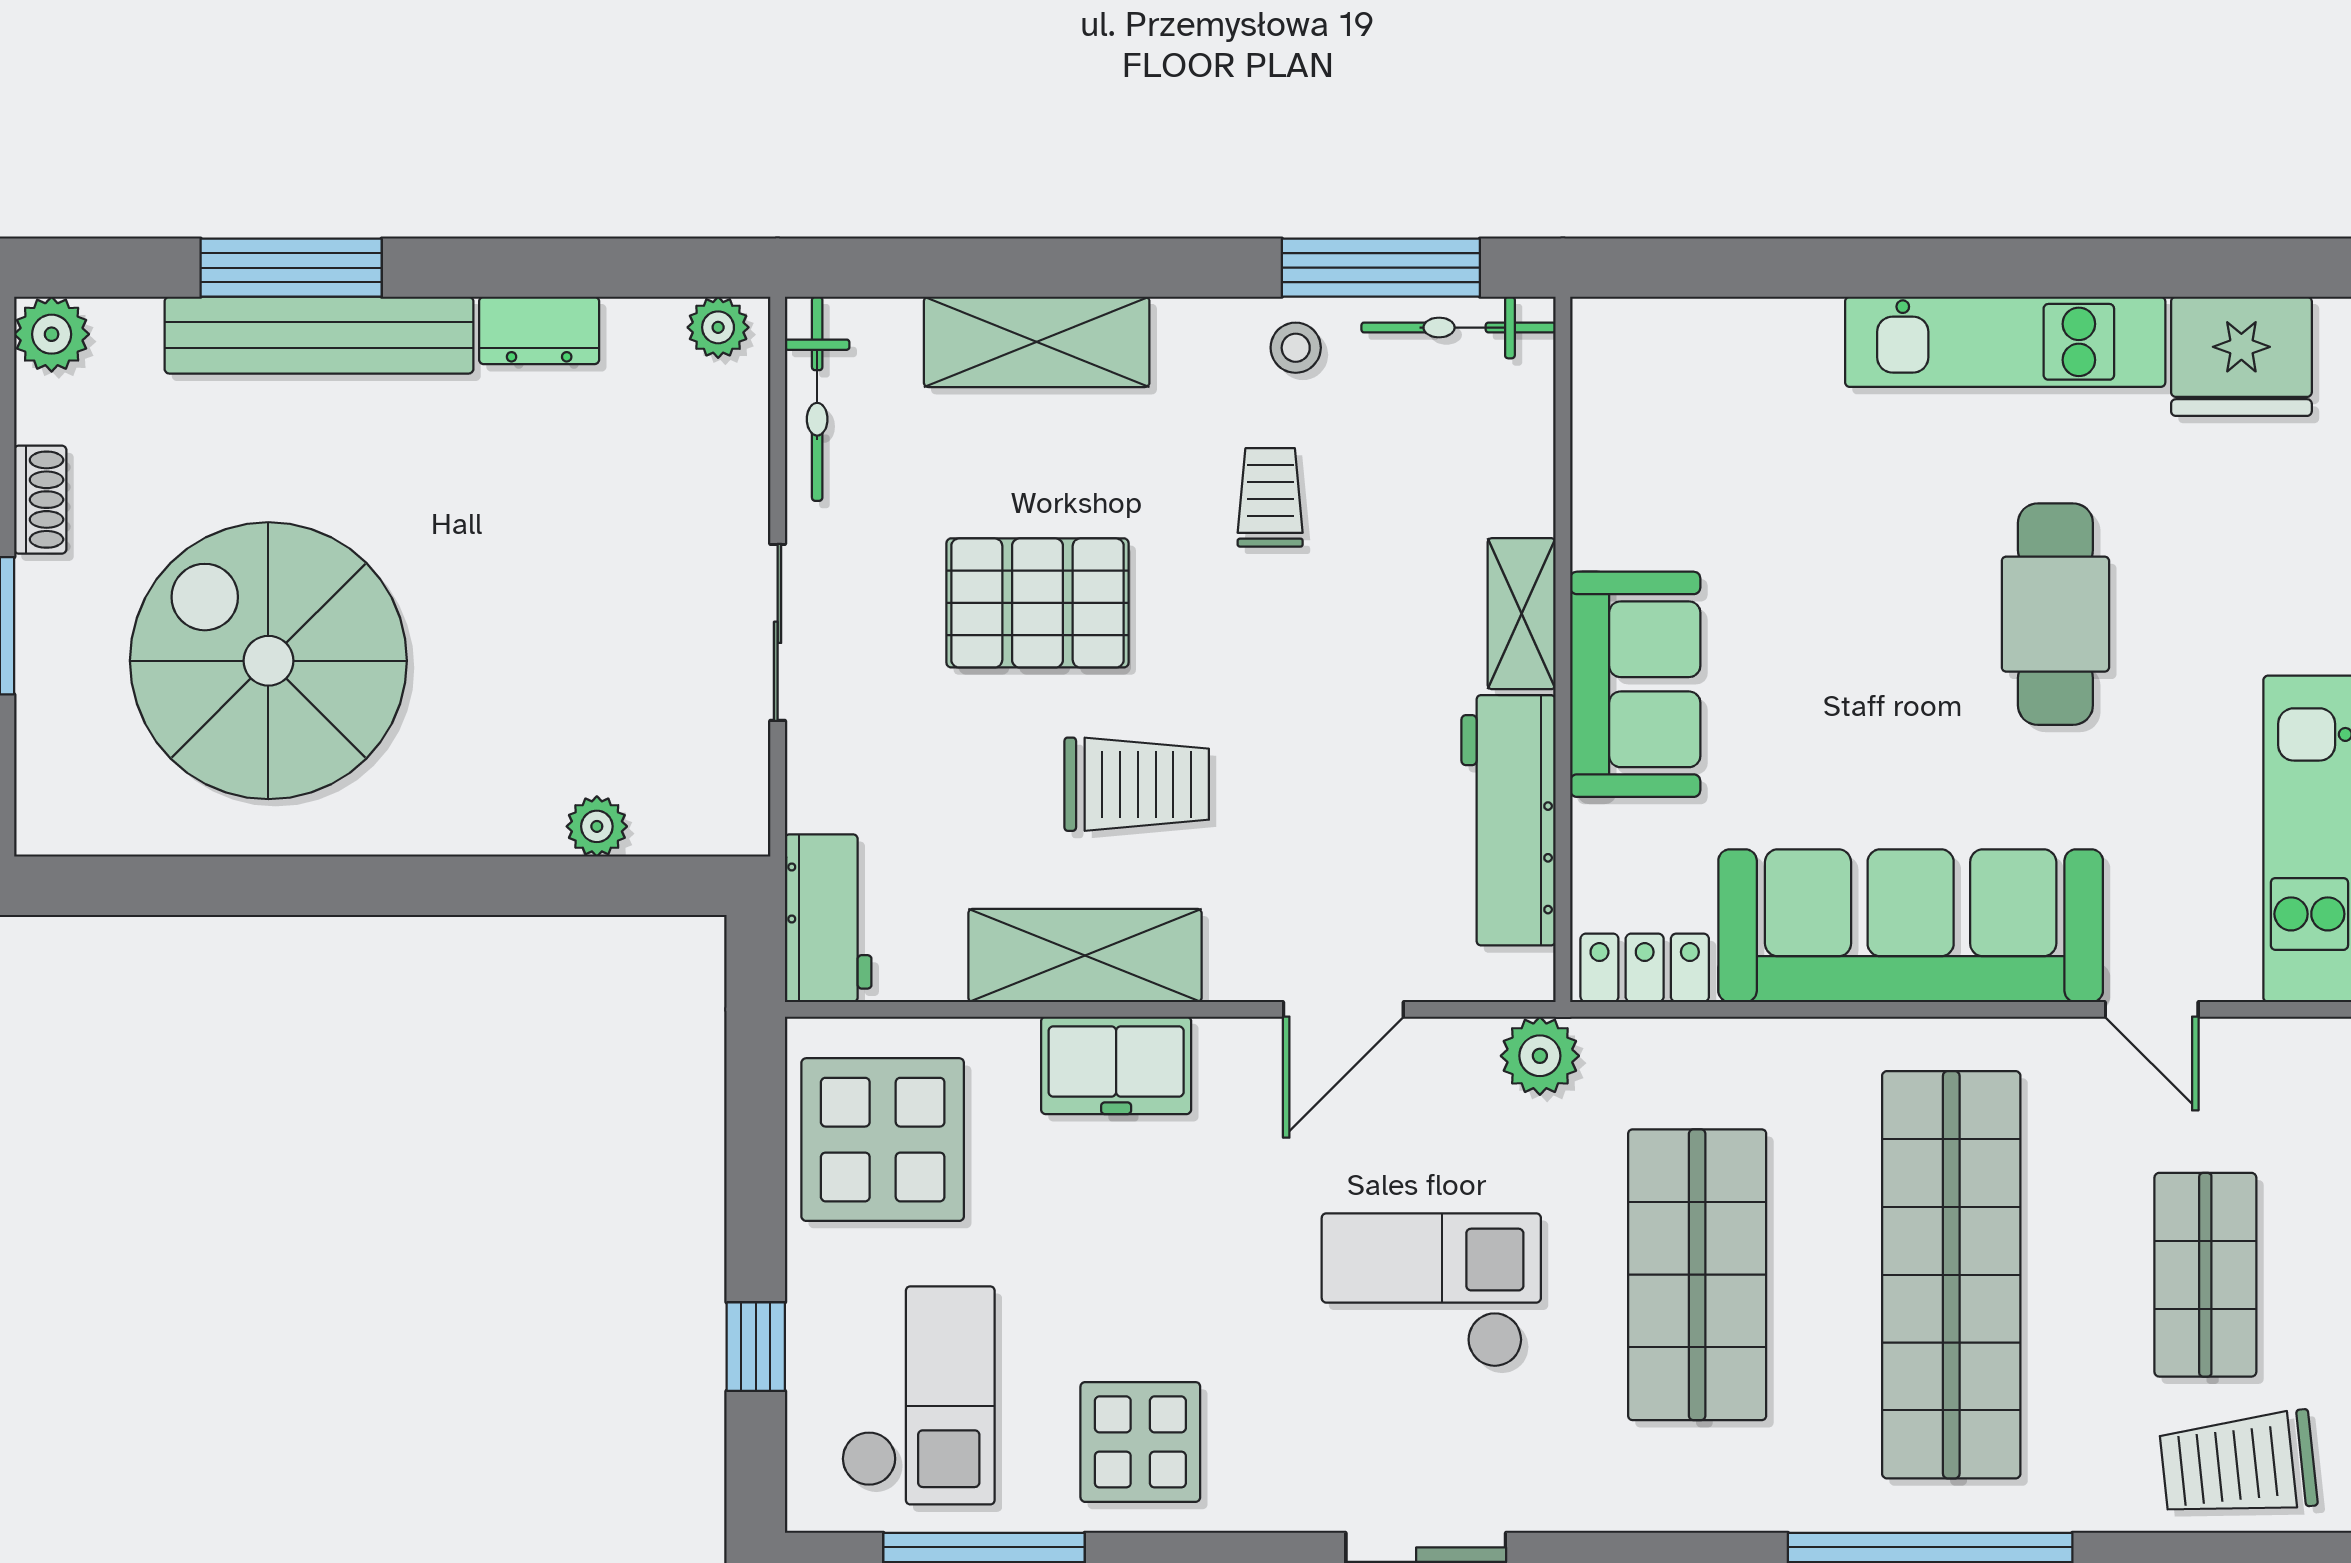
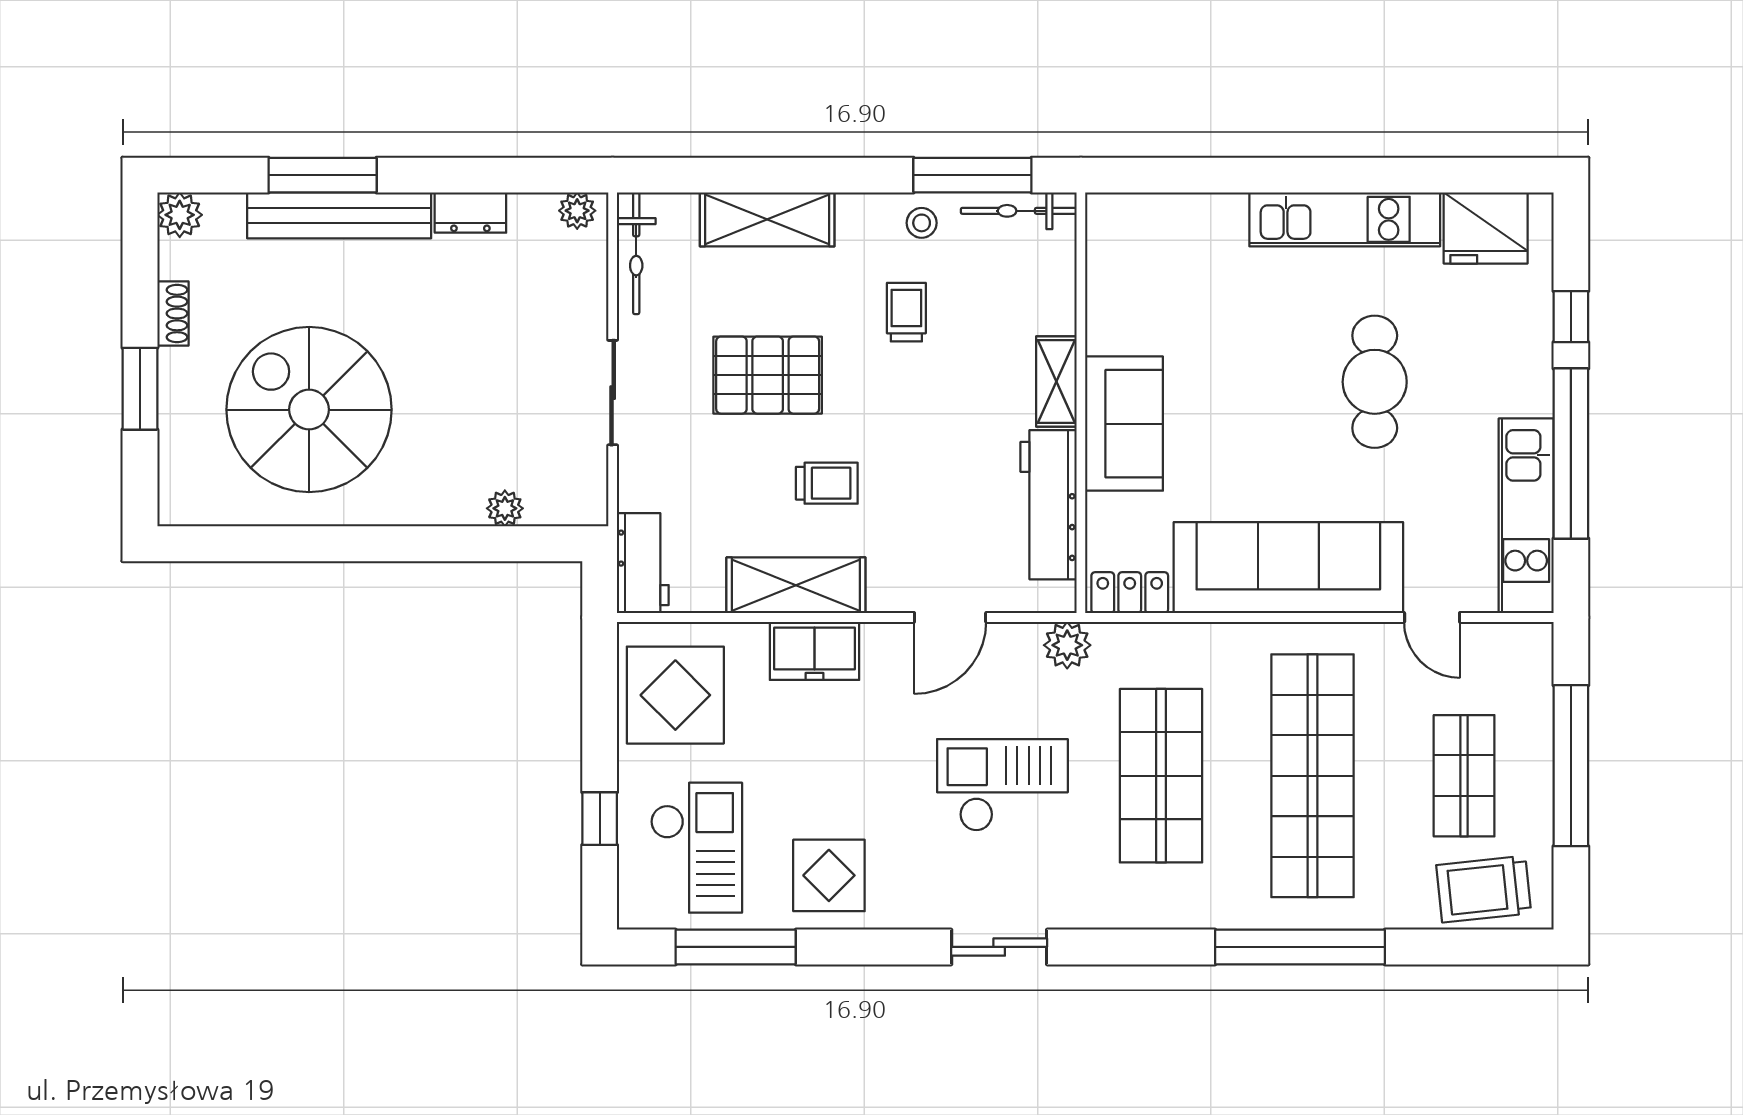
trolley: (1137, 784) -> (827, 483), width x0.73, depth x0.72

